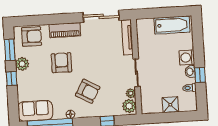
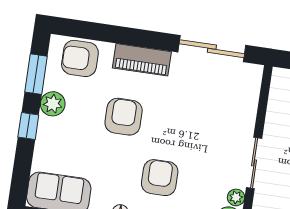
armchair: (32, 36) -> (80, 58), turned 180
tv unit: (127, 37) -> (251, 96), removed
armchair: (88, 91) -> (160, 178), turned -120

